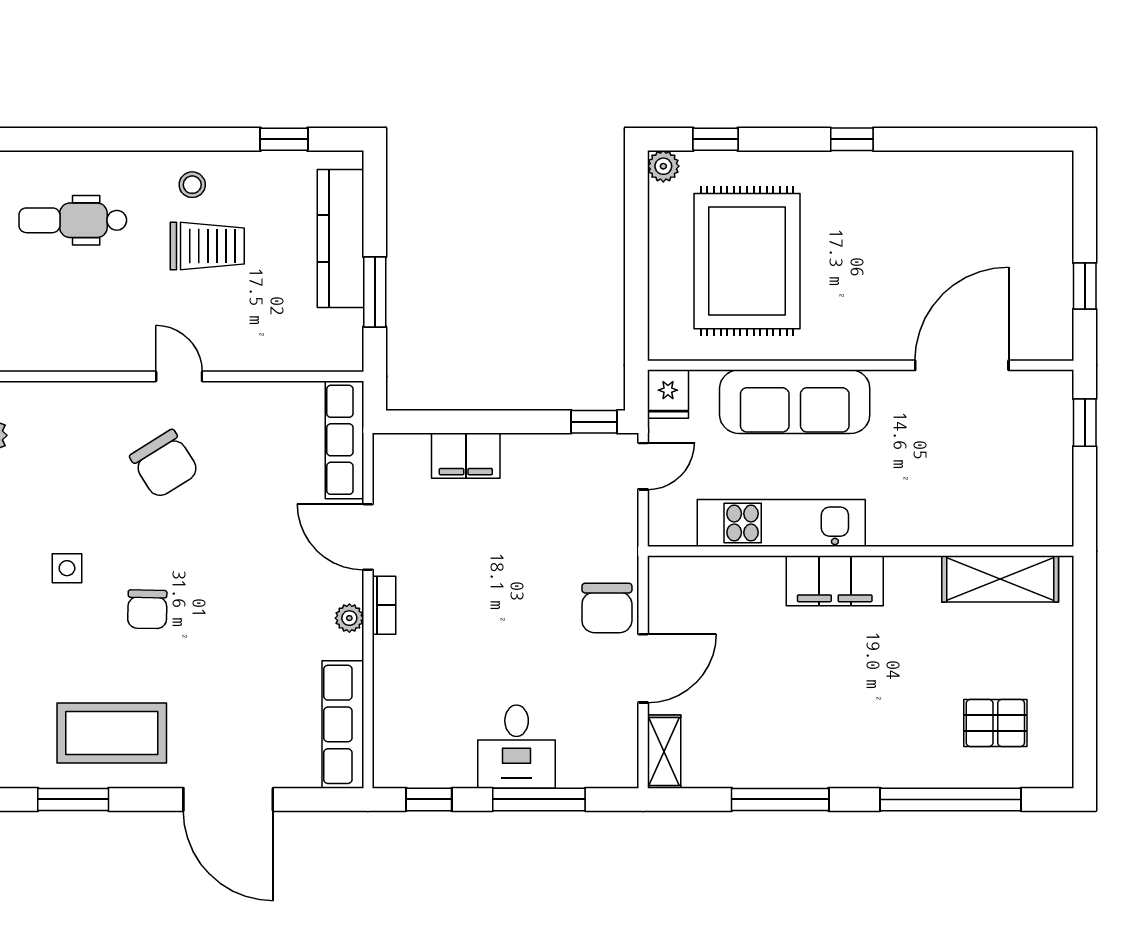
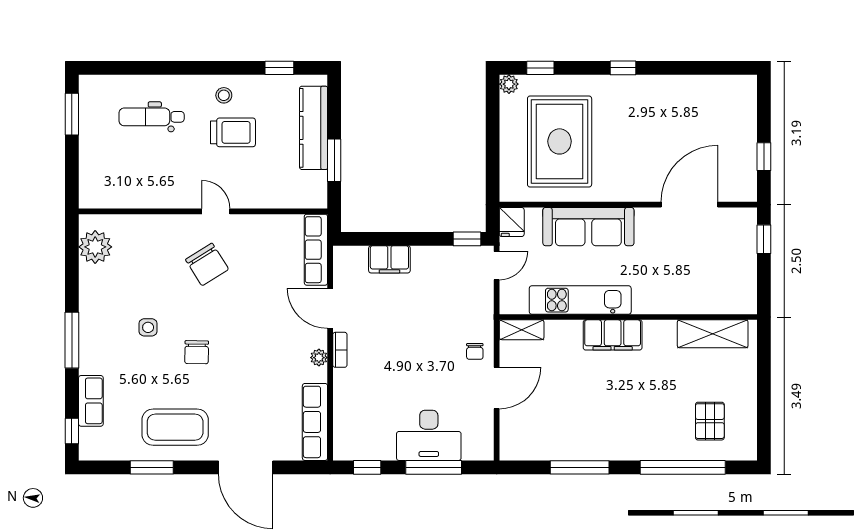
chair: (607, 608) -> (475, 351), width x0.54, depth x0.54
pallet: (995, 723) -> (710, 421), turned 90
desk: (517, 747) -> (429, 435), width x1.37
shelving: (664, 752) -> (522, 330), moved, turned 90

